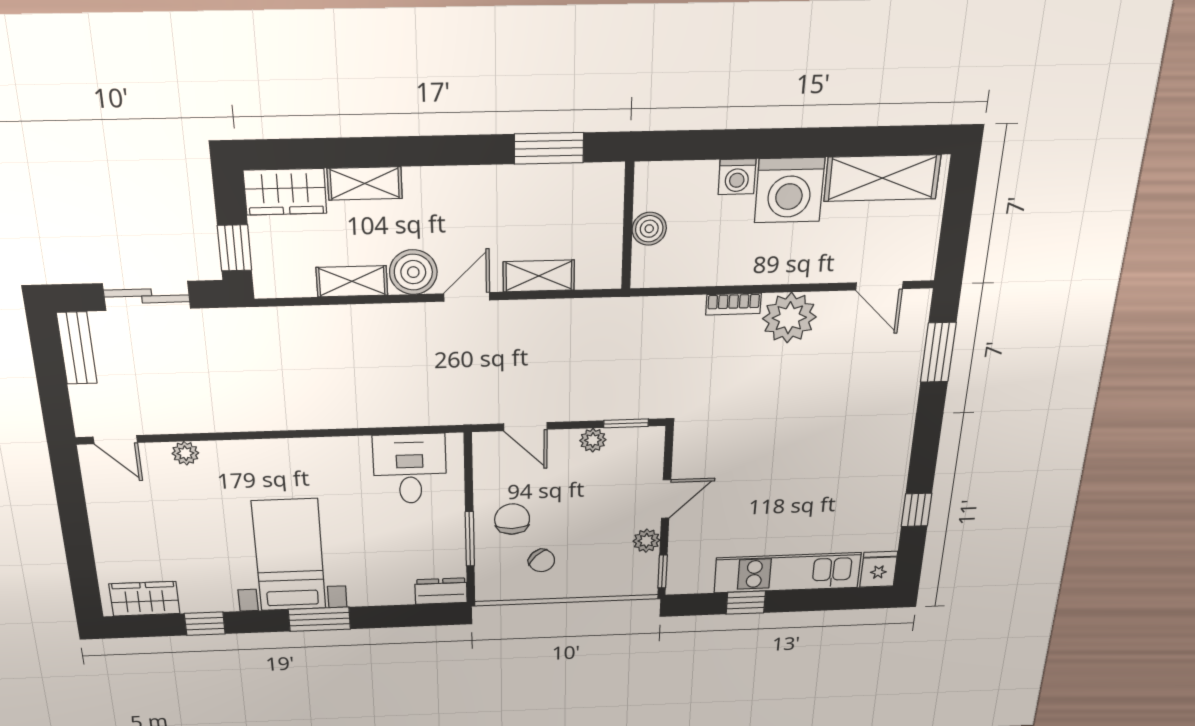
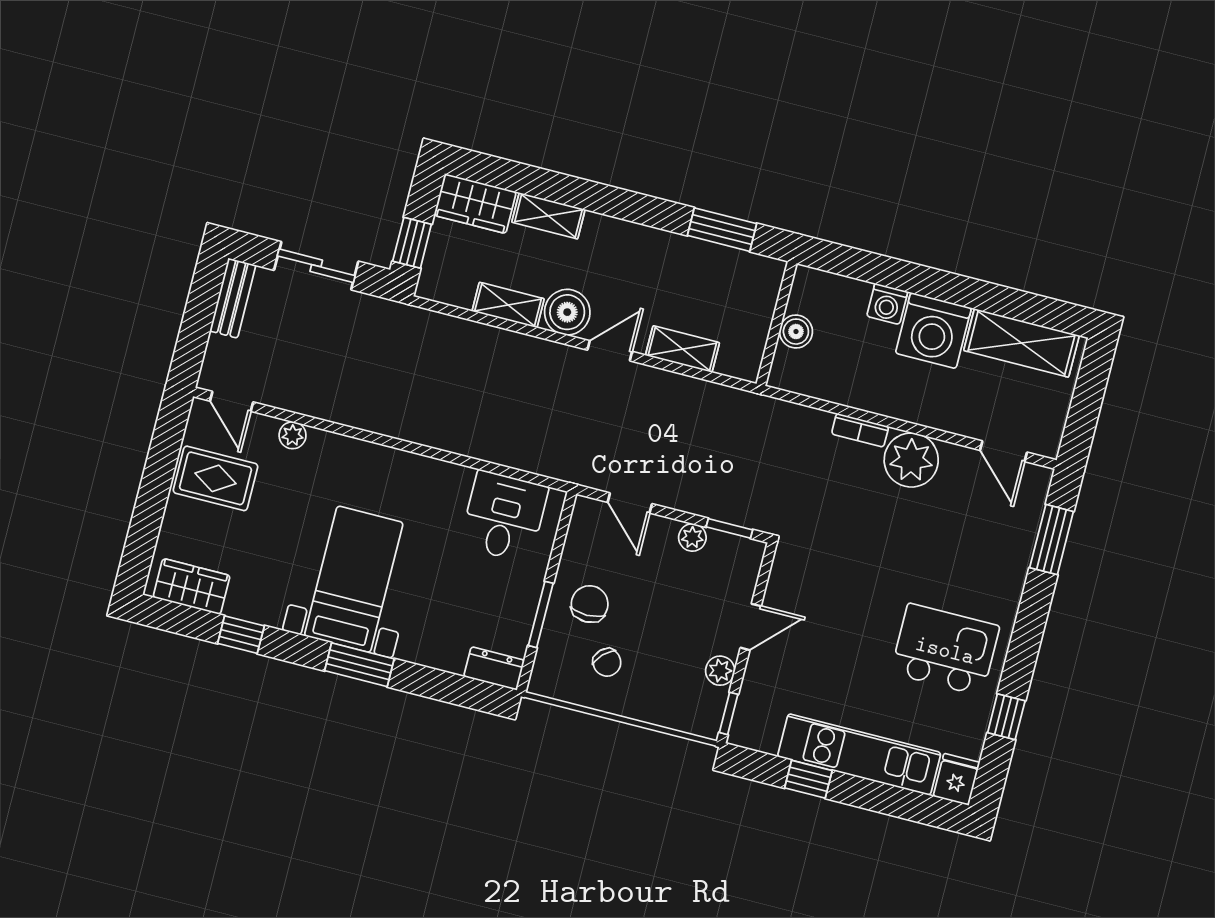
kitchen island: (851, 471) -> (945, 650), added
rug: (128, 508) -> (215, 478), added

